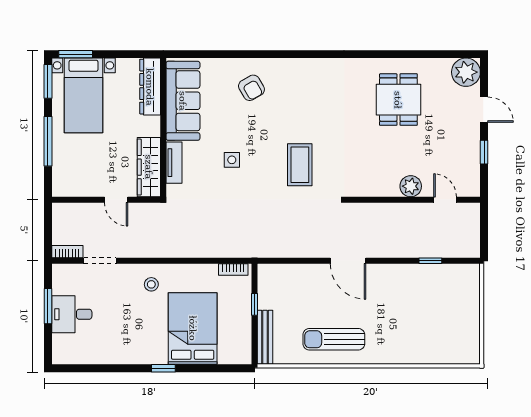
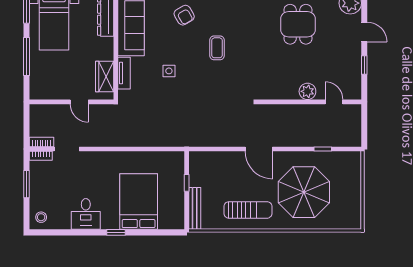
coffee table: (300, 165) -> (217, 48), moved, width x0.73, depth x0.77
wardrobe: (149, 167) -> (105, 77), width x0.67
bookcase: (233, 269) -> (41, 156), moved
stool: (151, 284) -> (41, 217), moved
desk: (72, 314) -> (86, 214), moved, turned -90
parasol: (406, 316) -> (304, 192), added
sun lounger: (334, 339) -> (248, 210), turned 180

